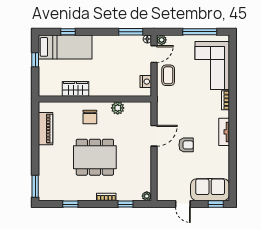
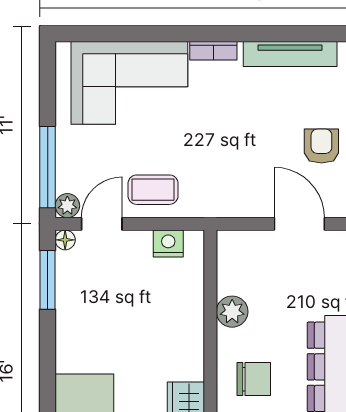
window: (200, 32) -> (48, 167), moved
door: (154, 54) -> (102, 224), hinge flipped
tv unit: (224, 132) -> (290, 54), width x1.41

